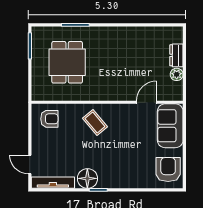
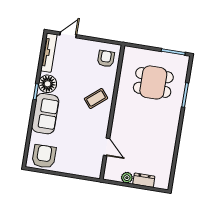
armchair: (49, 119) -> (106, 59), turned 180
sofa: (170, 126) -> (45, 114), moved, turned 90
armchair: (168, 170) -> (44, 156), turned -90

